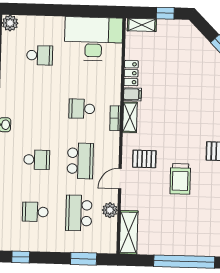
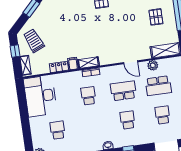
school desk: (82, 109) -> (88, 96), turned 180
pallet: (144, 159) -> (156, 17), moved
trolley: (180, 179) -> (34, 41), moved, turned -113
school desk: (35, 212) -> (163, 115), turned 180

